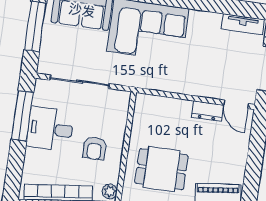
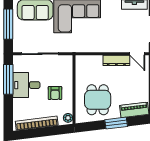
dresser: (207, 111) -> (116, 60), width x1.44
dining table: (161, 169) -> (98, 100), turned 90

